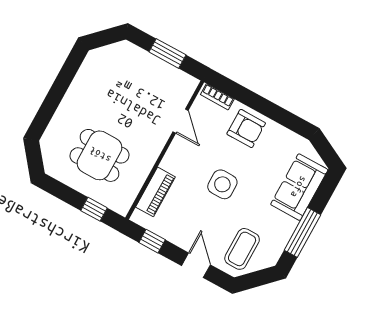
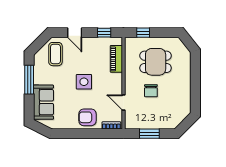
chair: (130, 116) -> (151, 91), added

